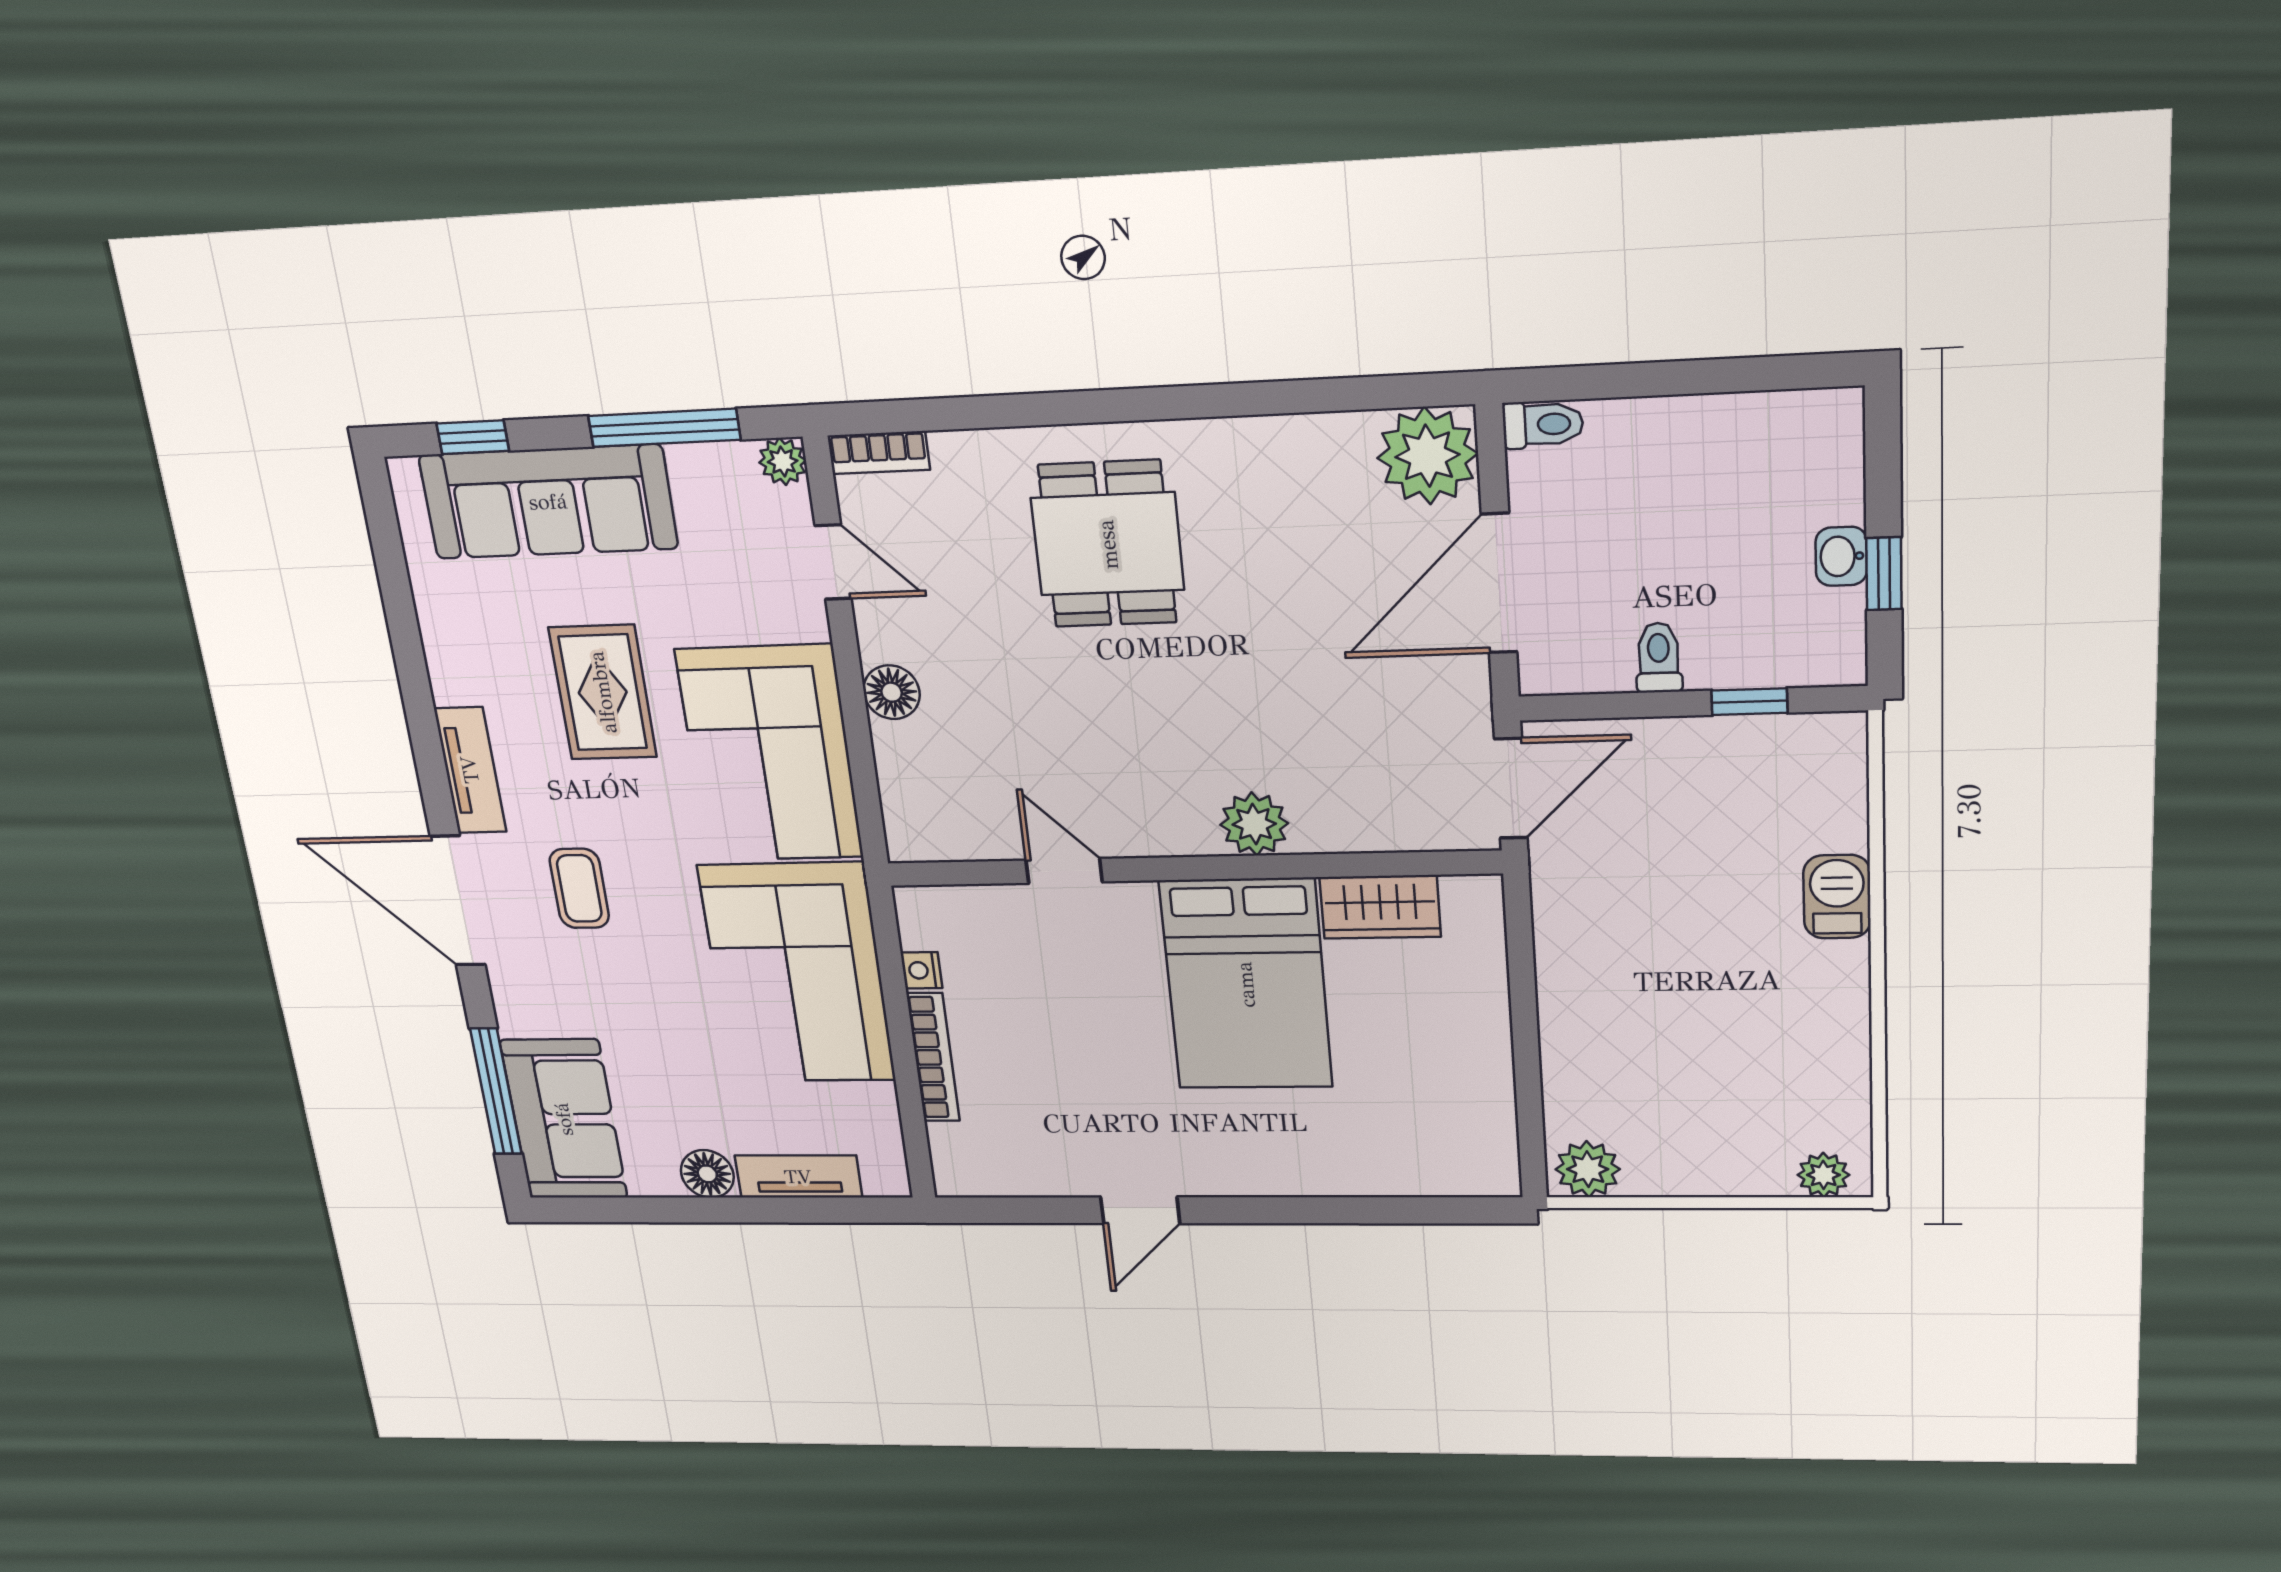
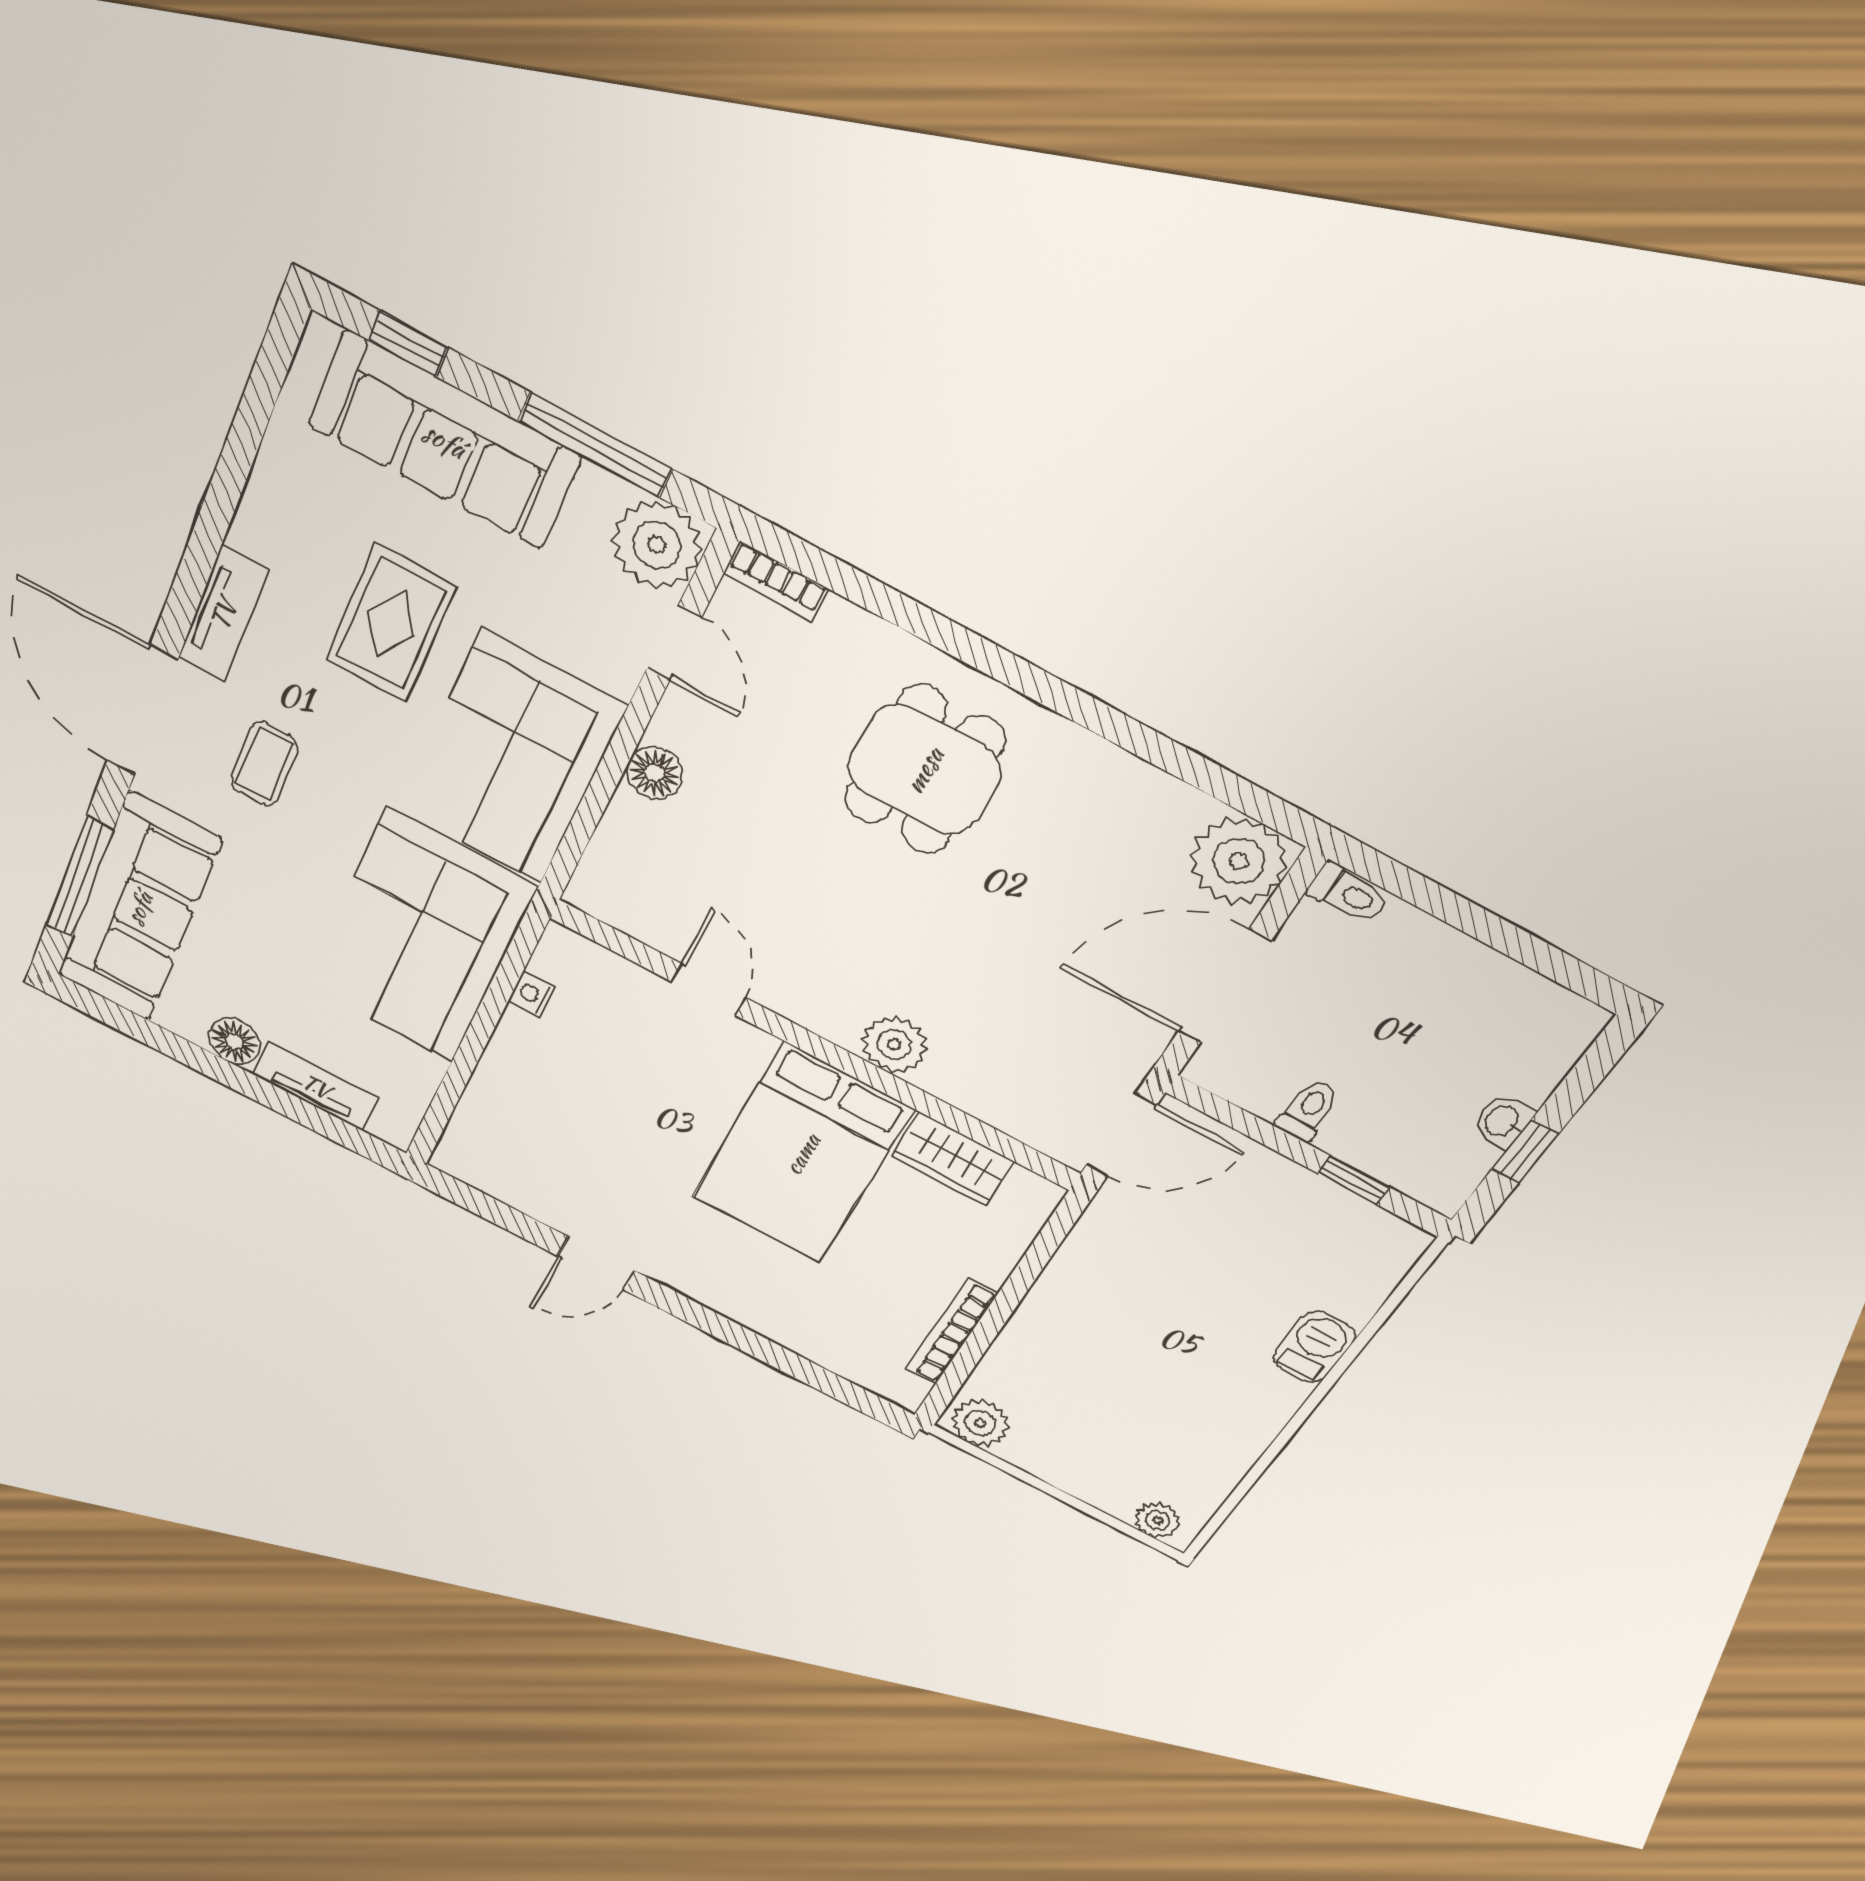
plant: (783, 461) -> (657, 545), width x1.88, depth x1.88
bookcase: (933, 1057) -> (952, 1331), moved, turned 180
sofa: (564, 1119) -> (139, 908), width x1.36

